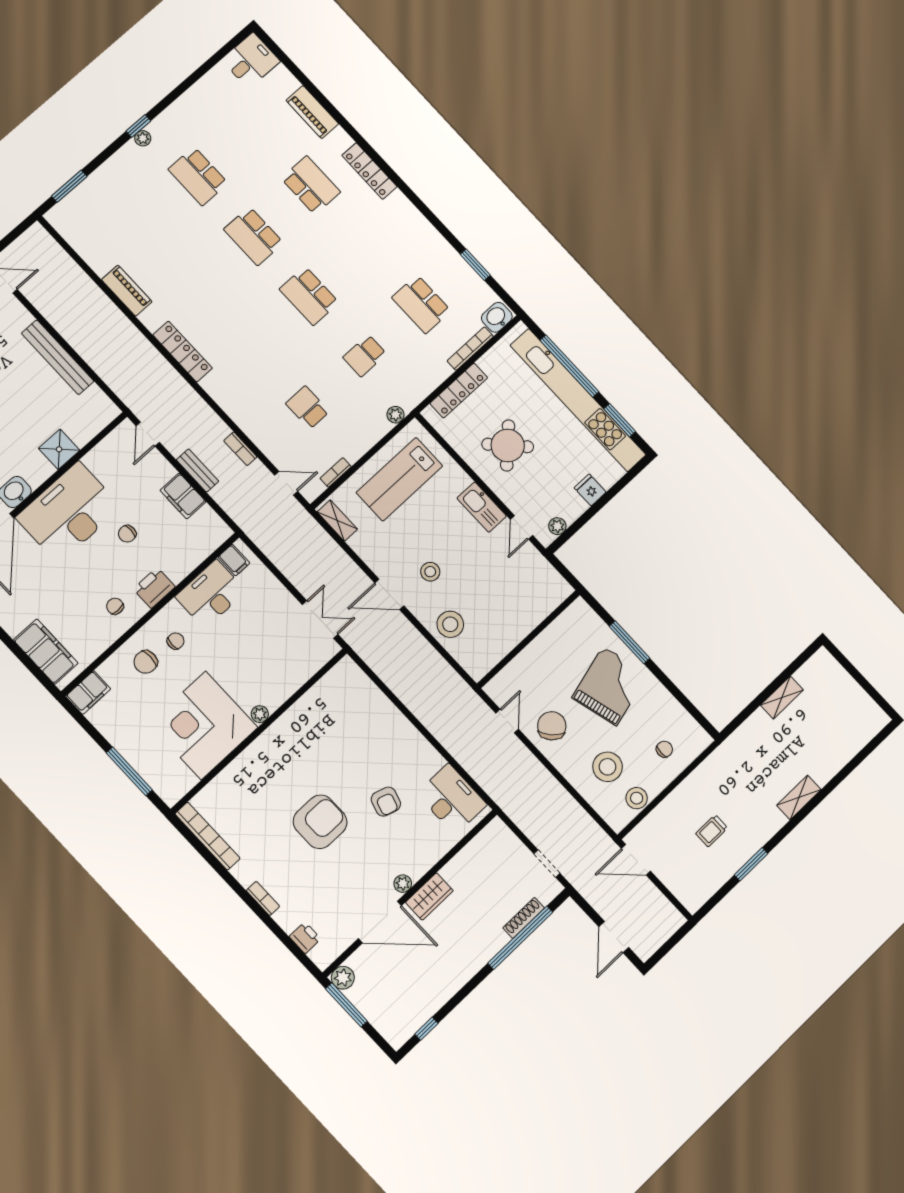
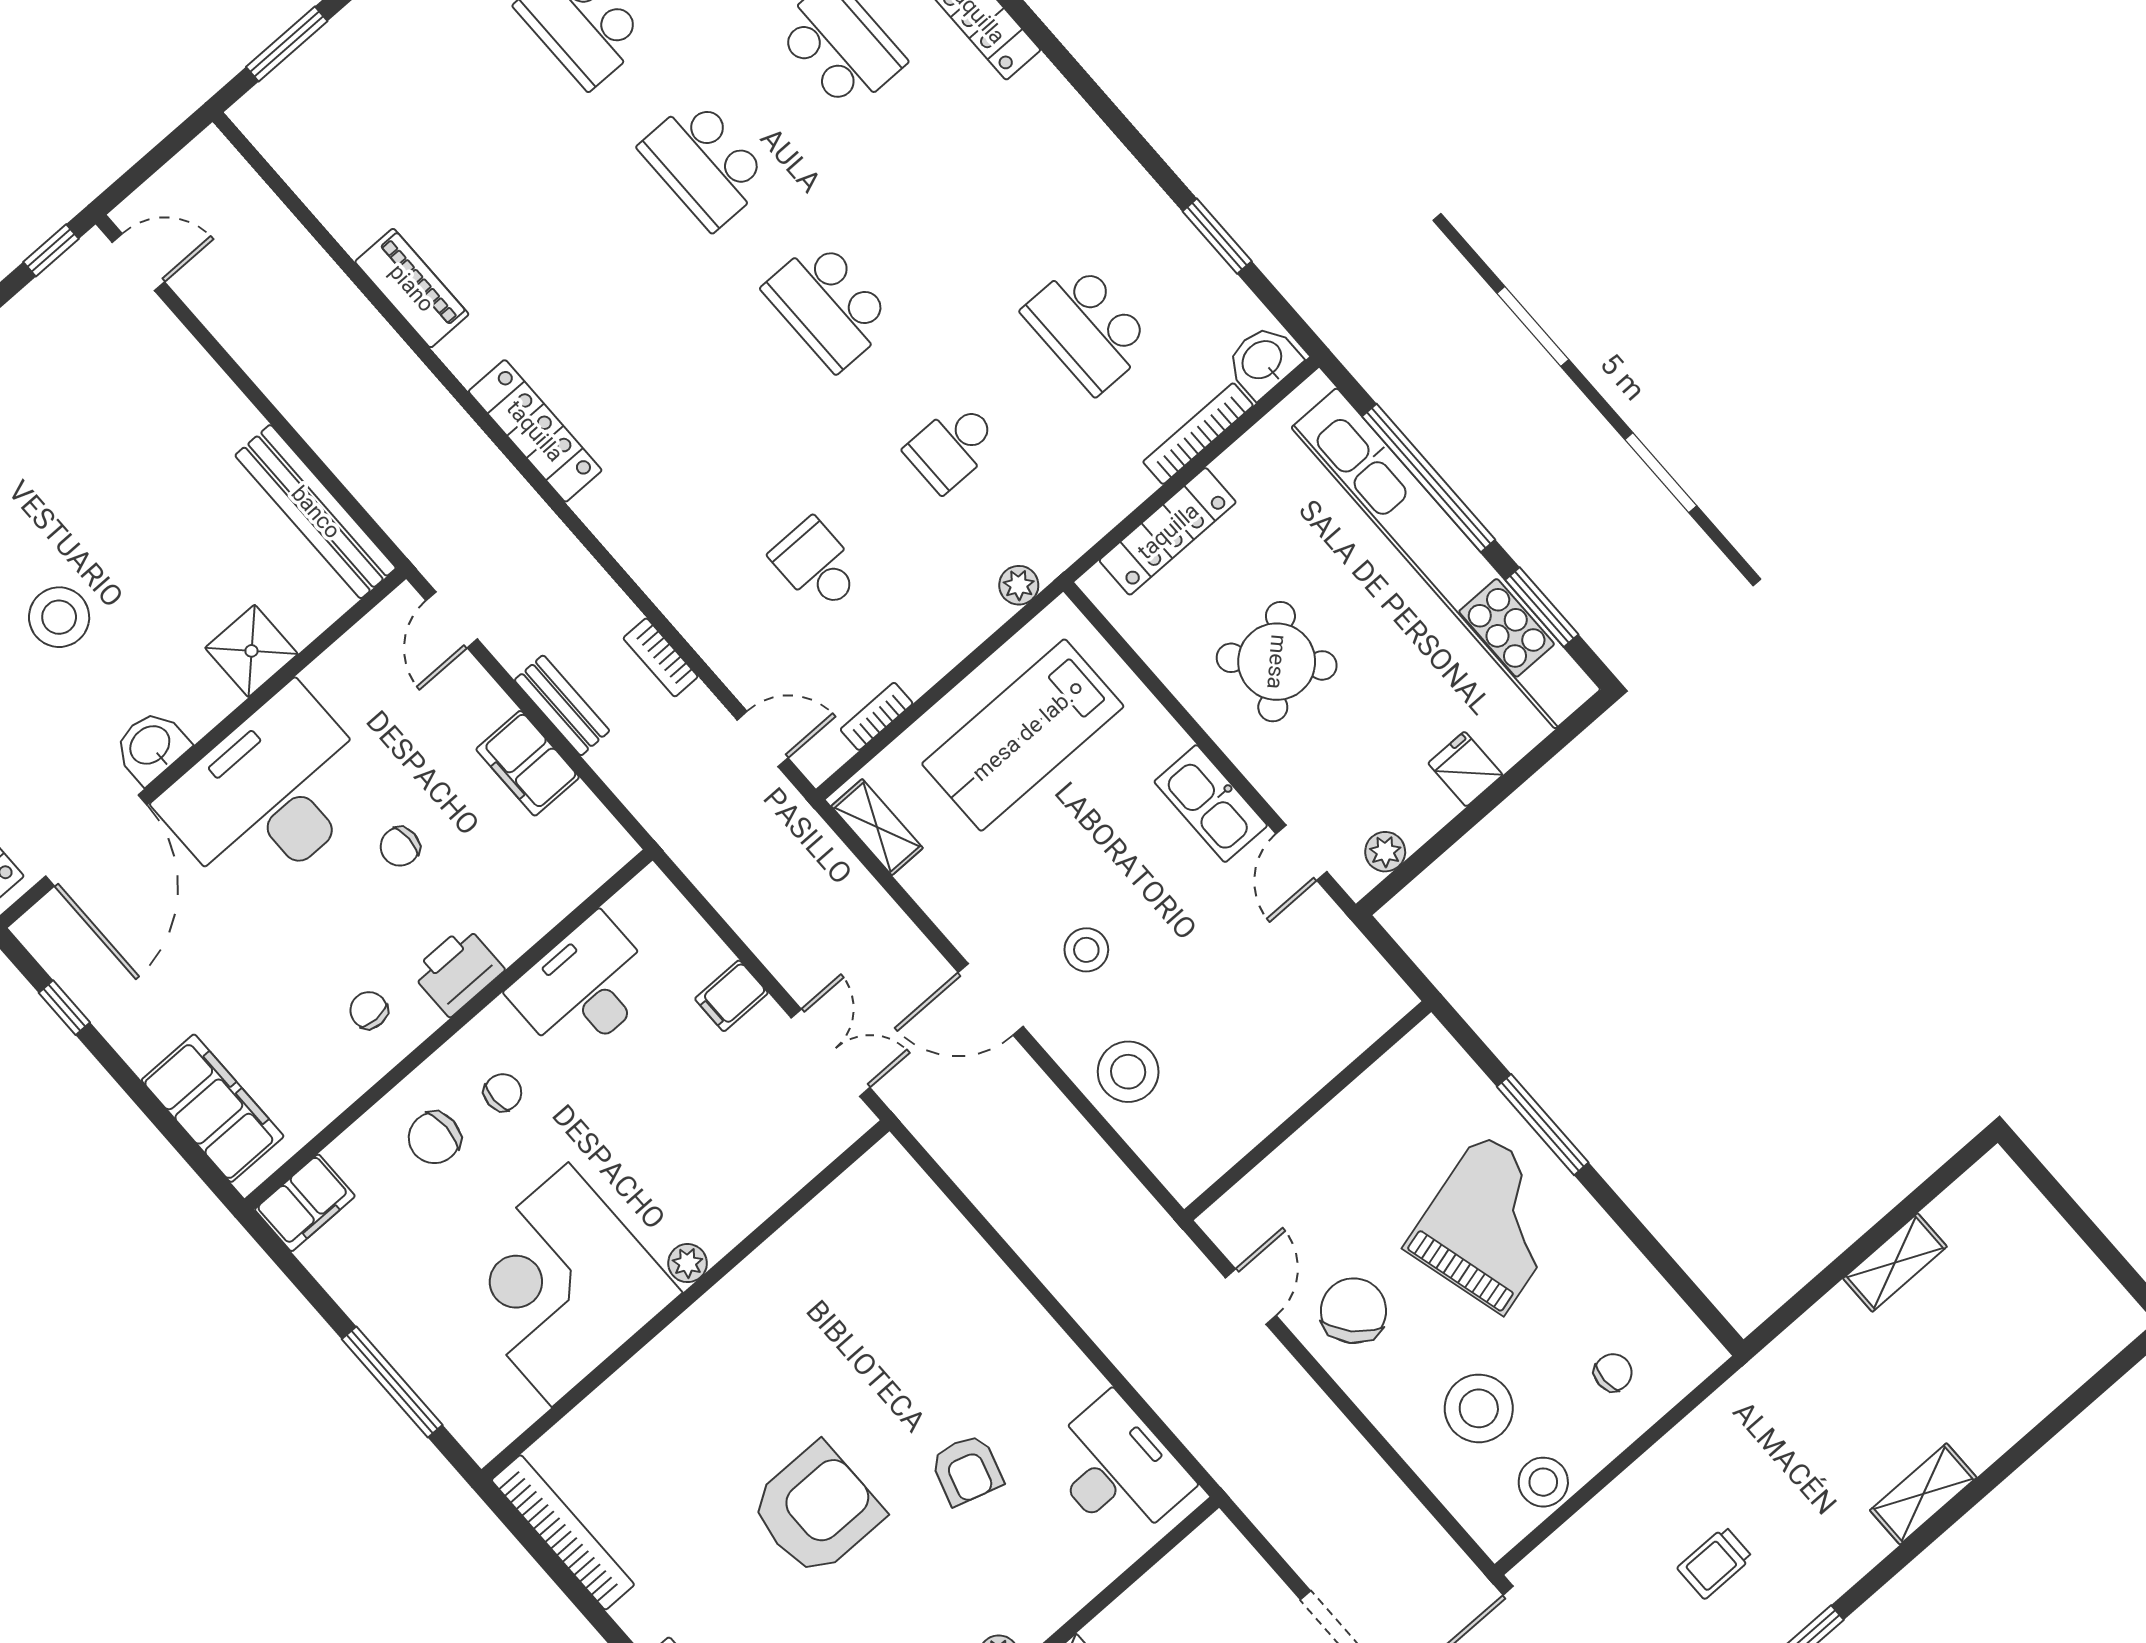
bench: (58, 357) -> (316, 512), moved
filing cabinet: (234, 560) -> (731, 996), moved, turned 90

